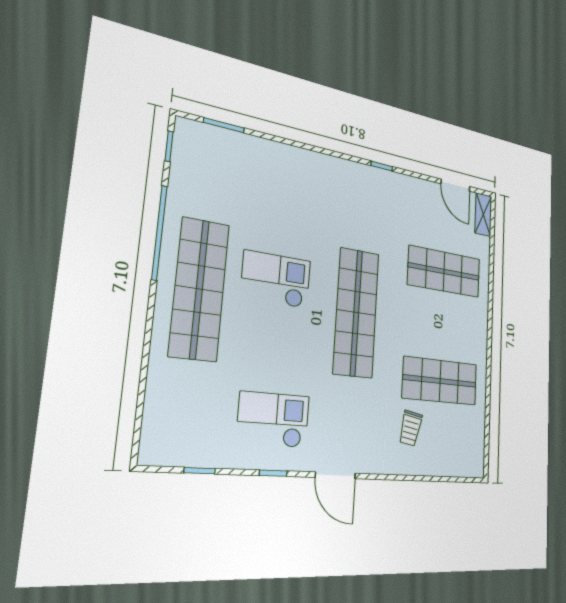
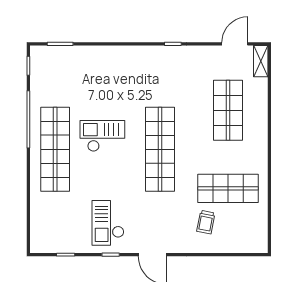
door: (455, 185) -> (235, 44), swing flipped
shop shelf: (444, 272) -> (228, 110), turned 90
checkout: (273, 420) -> (108, 223), turned -90

